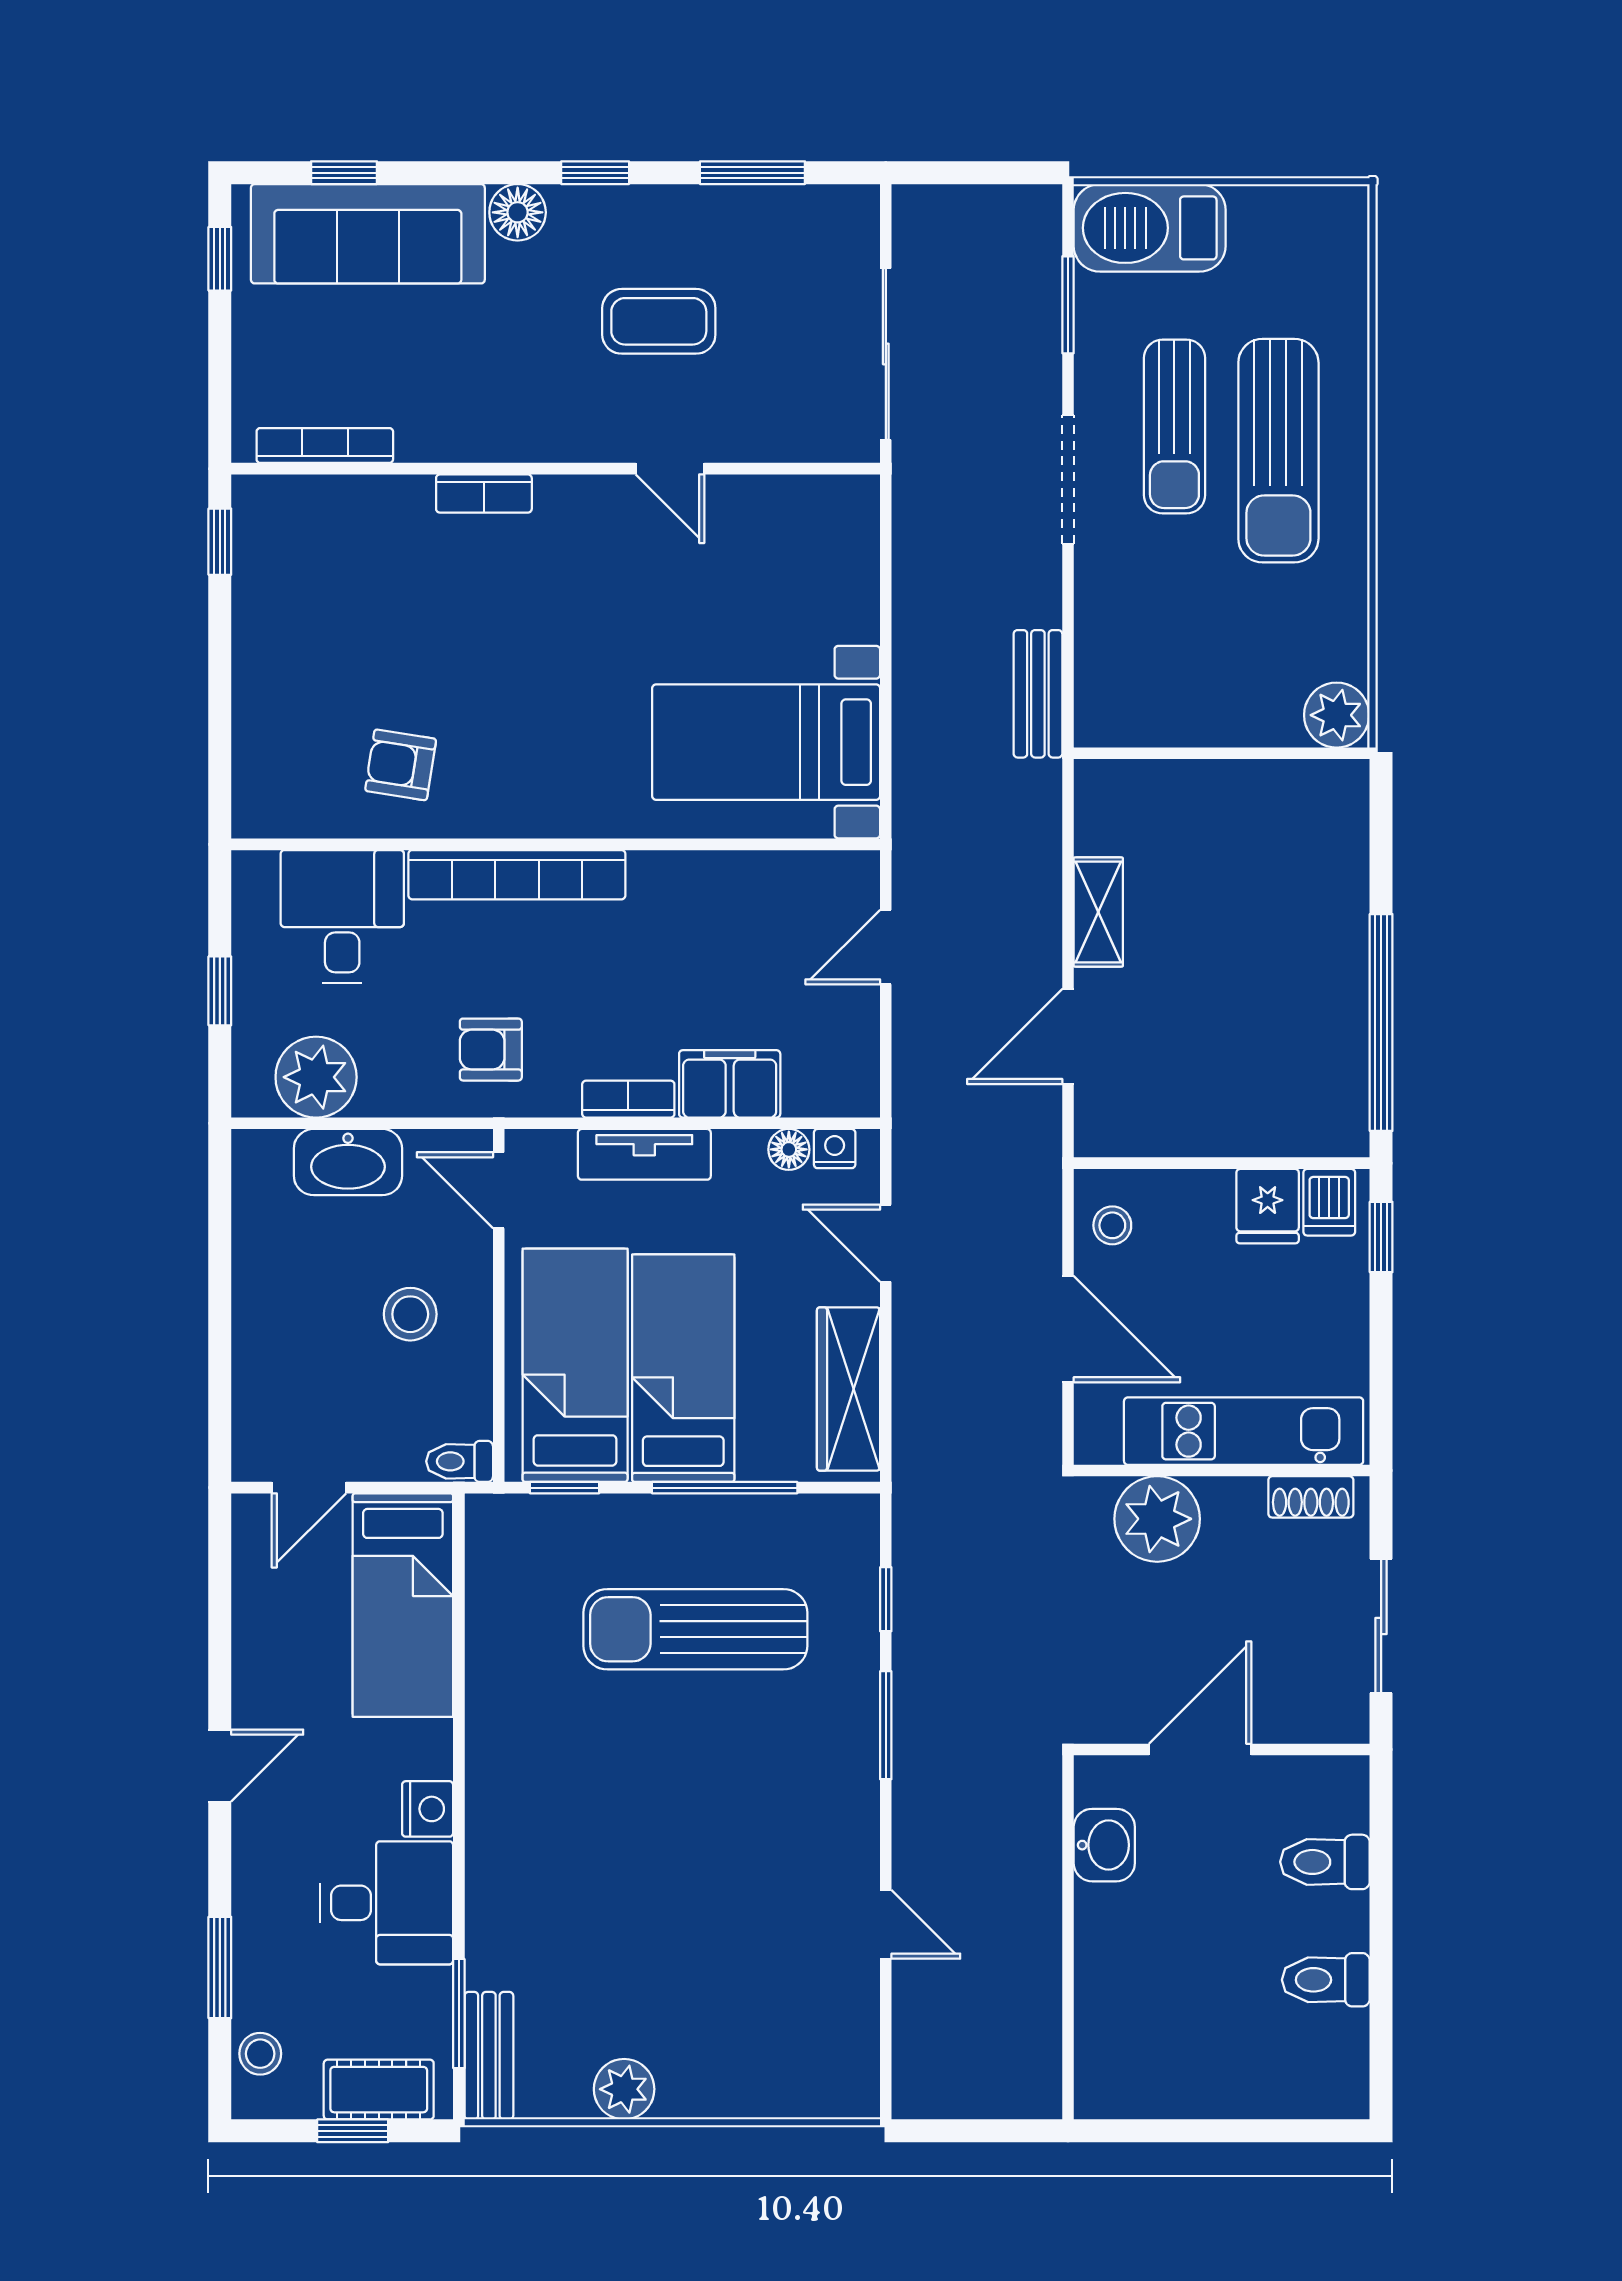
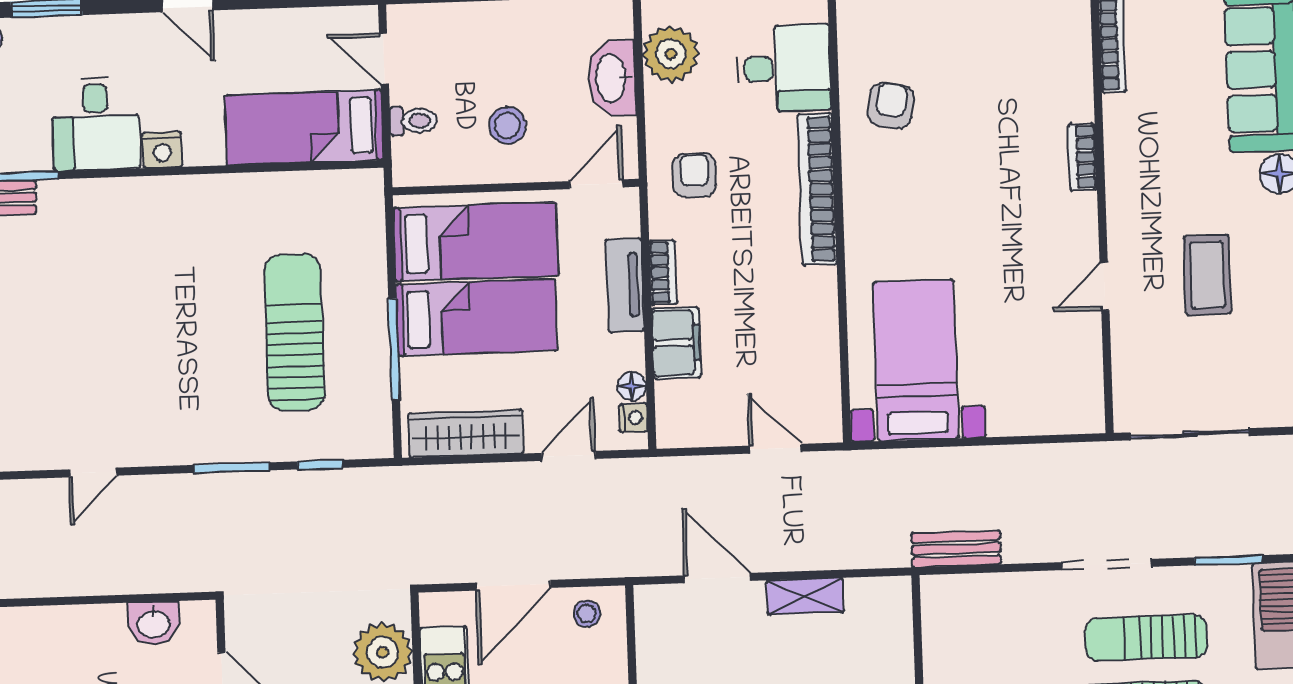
toilet: (460, 1461) -> (413, 121), moved, turned 90
window: (564, 1488) -> (390, 237), removed

